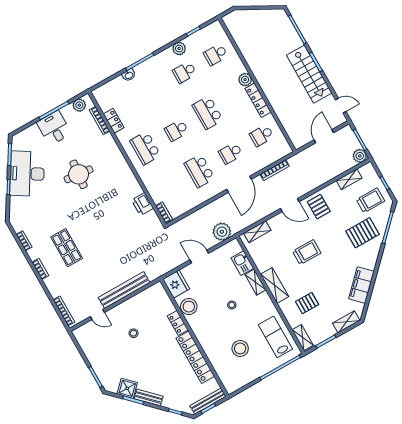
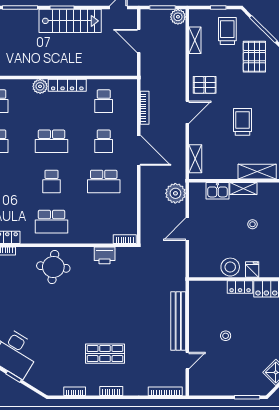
round table: (79, 174) -> (53, 267), moved
fridge: (176, 284) -> (252, 269), moved, width x0.53, depth x0.75

